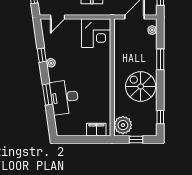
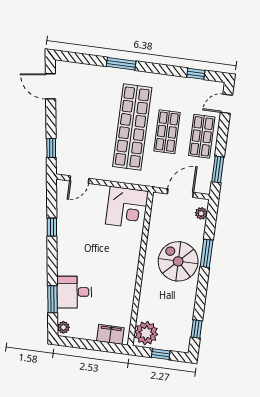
plant: (51, 63) -> (63, 327), moved
spiral stairs: (141, 87) -> (178, 261), moved
window: (47, 94) -> (53, 299), moved
desk: (64, 97) -> (74, 292), width x0.73

